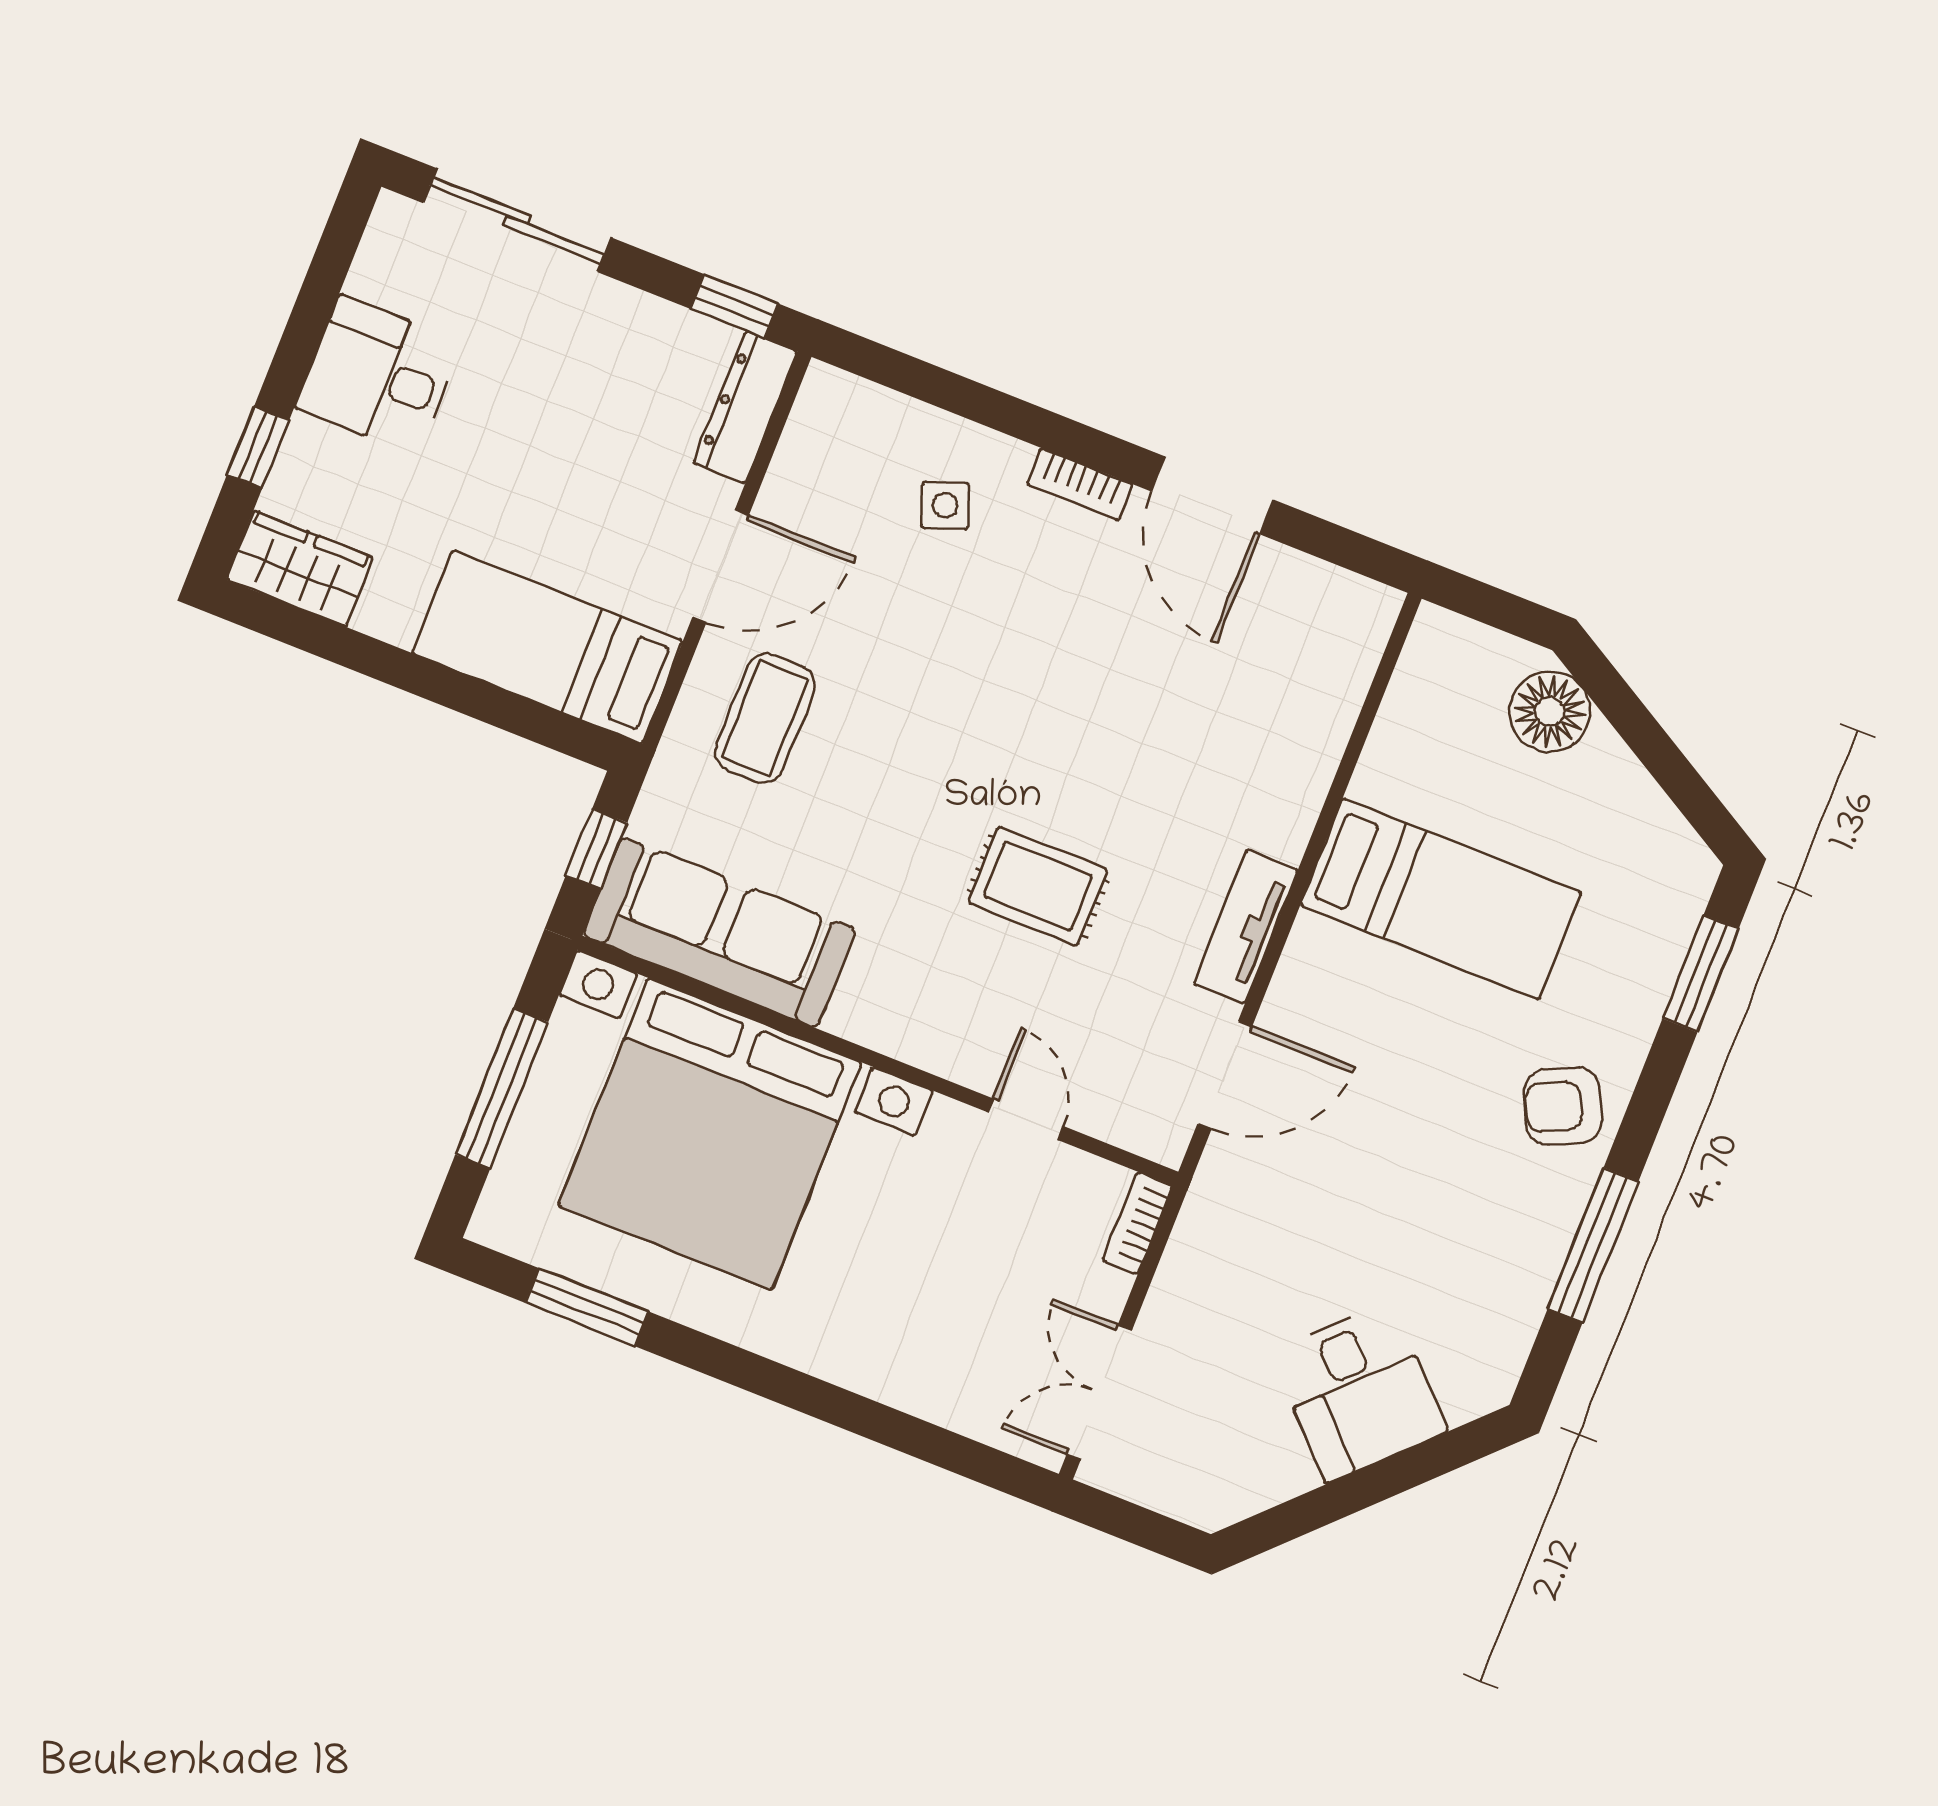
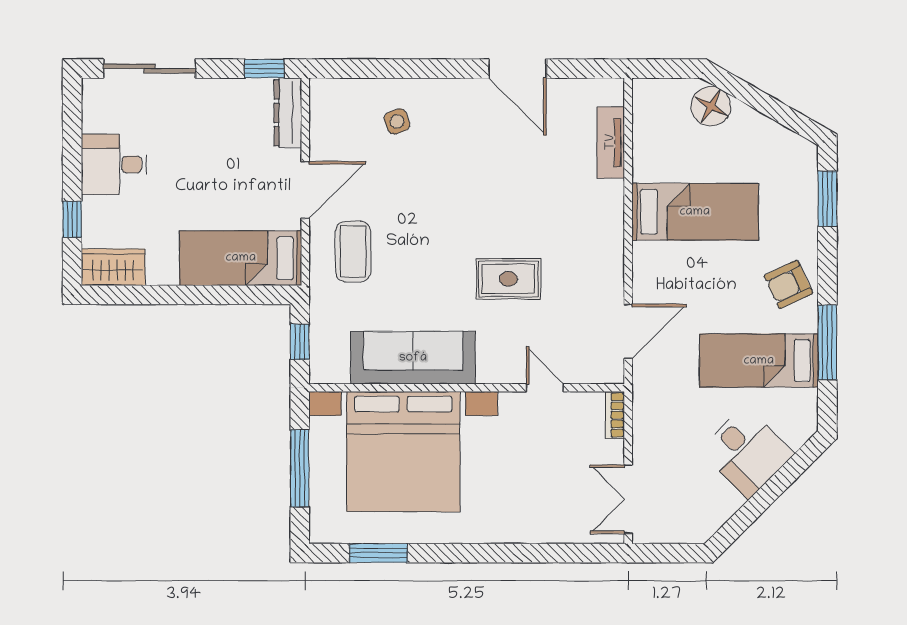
bookcase: (1080, 484) -> (455, 88), removed
tv unit: (1246, 927) -> (611, 142), moved
sofa: (719, 932) -> (413, 358), moved
bed: (1450, 1228) -> (759, 361), added

